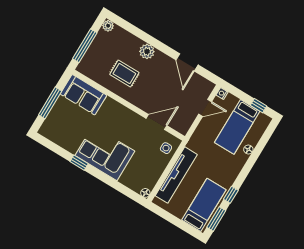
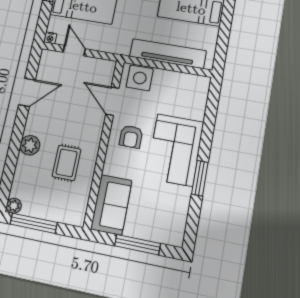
window: (85, 46) -> (34, 223), moved
armchair: (126, 126) -> (131, 137), added
side table: (166, 148) -> (140, 78), width x1.87, depth x1.87
window: (79, 163) -> (200, 178), width x1.50
floor lamp: (145, 193) -> (205, 82), removed

